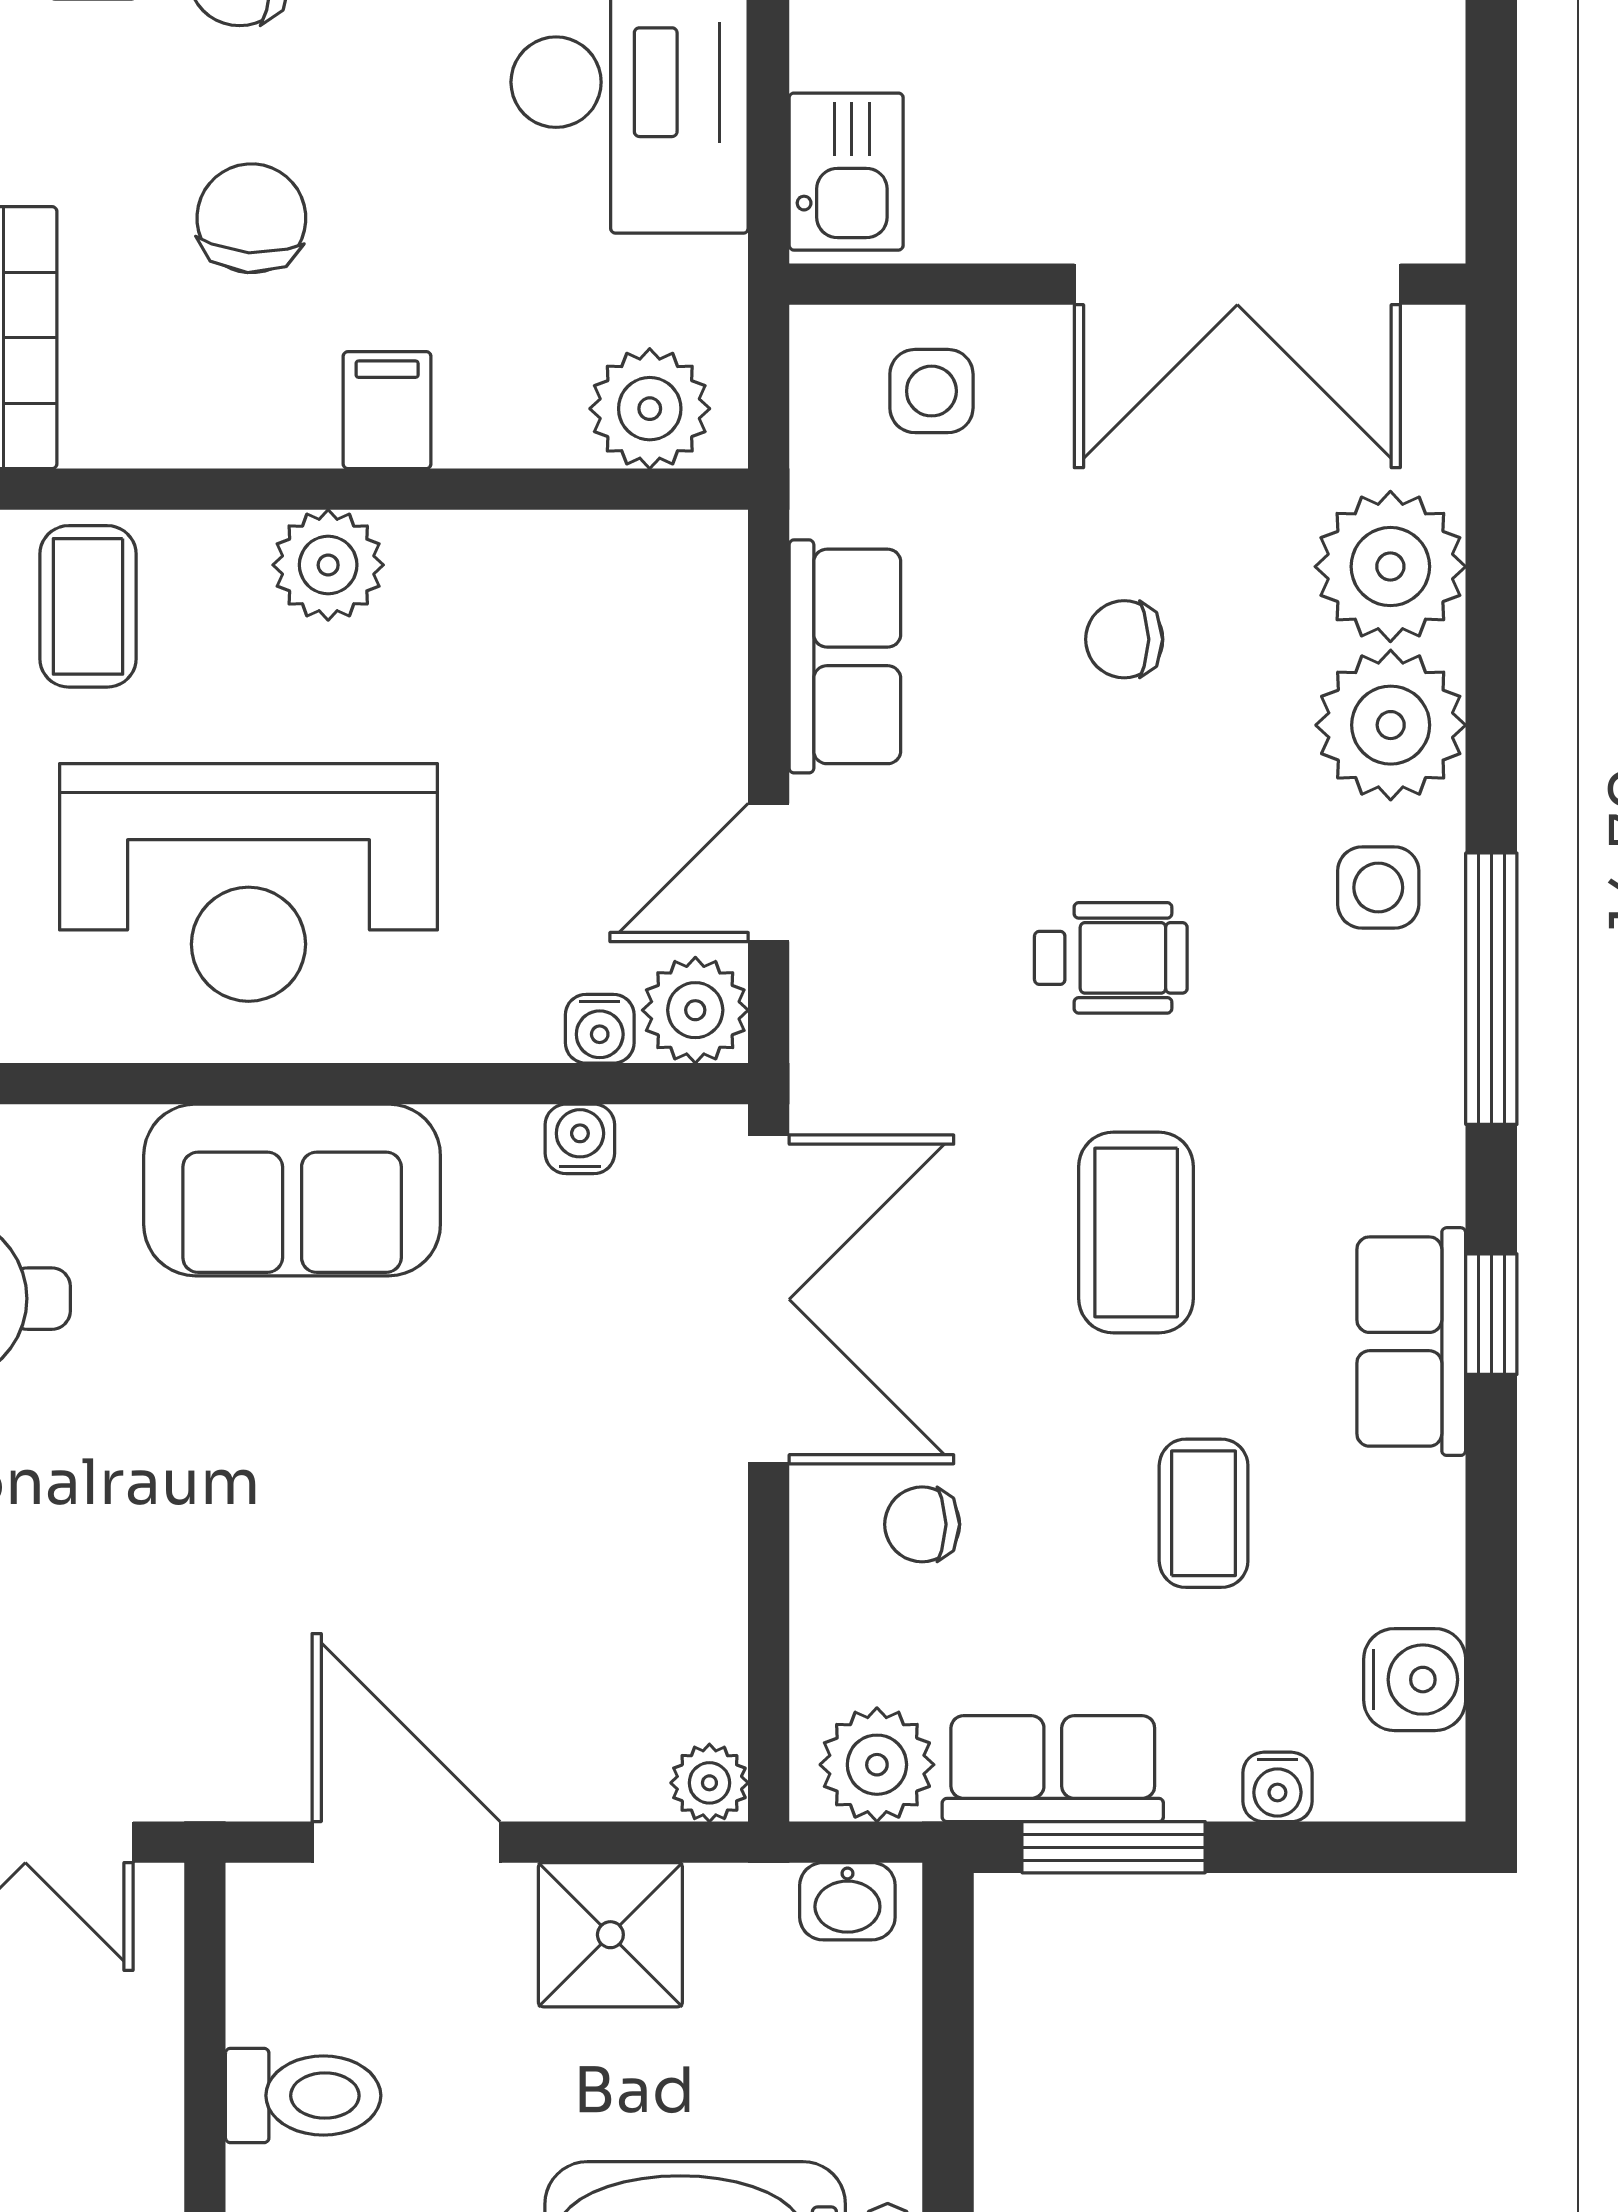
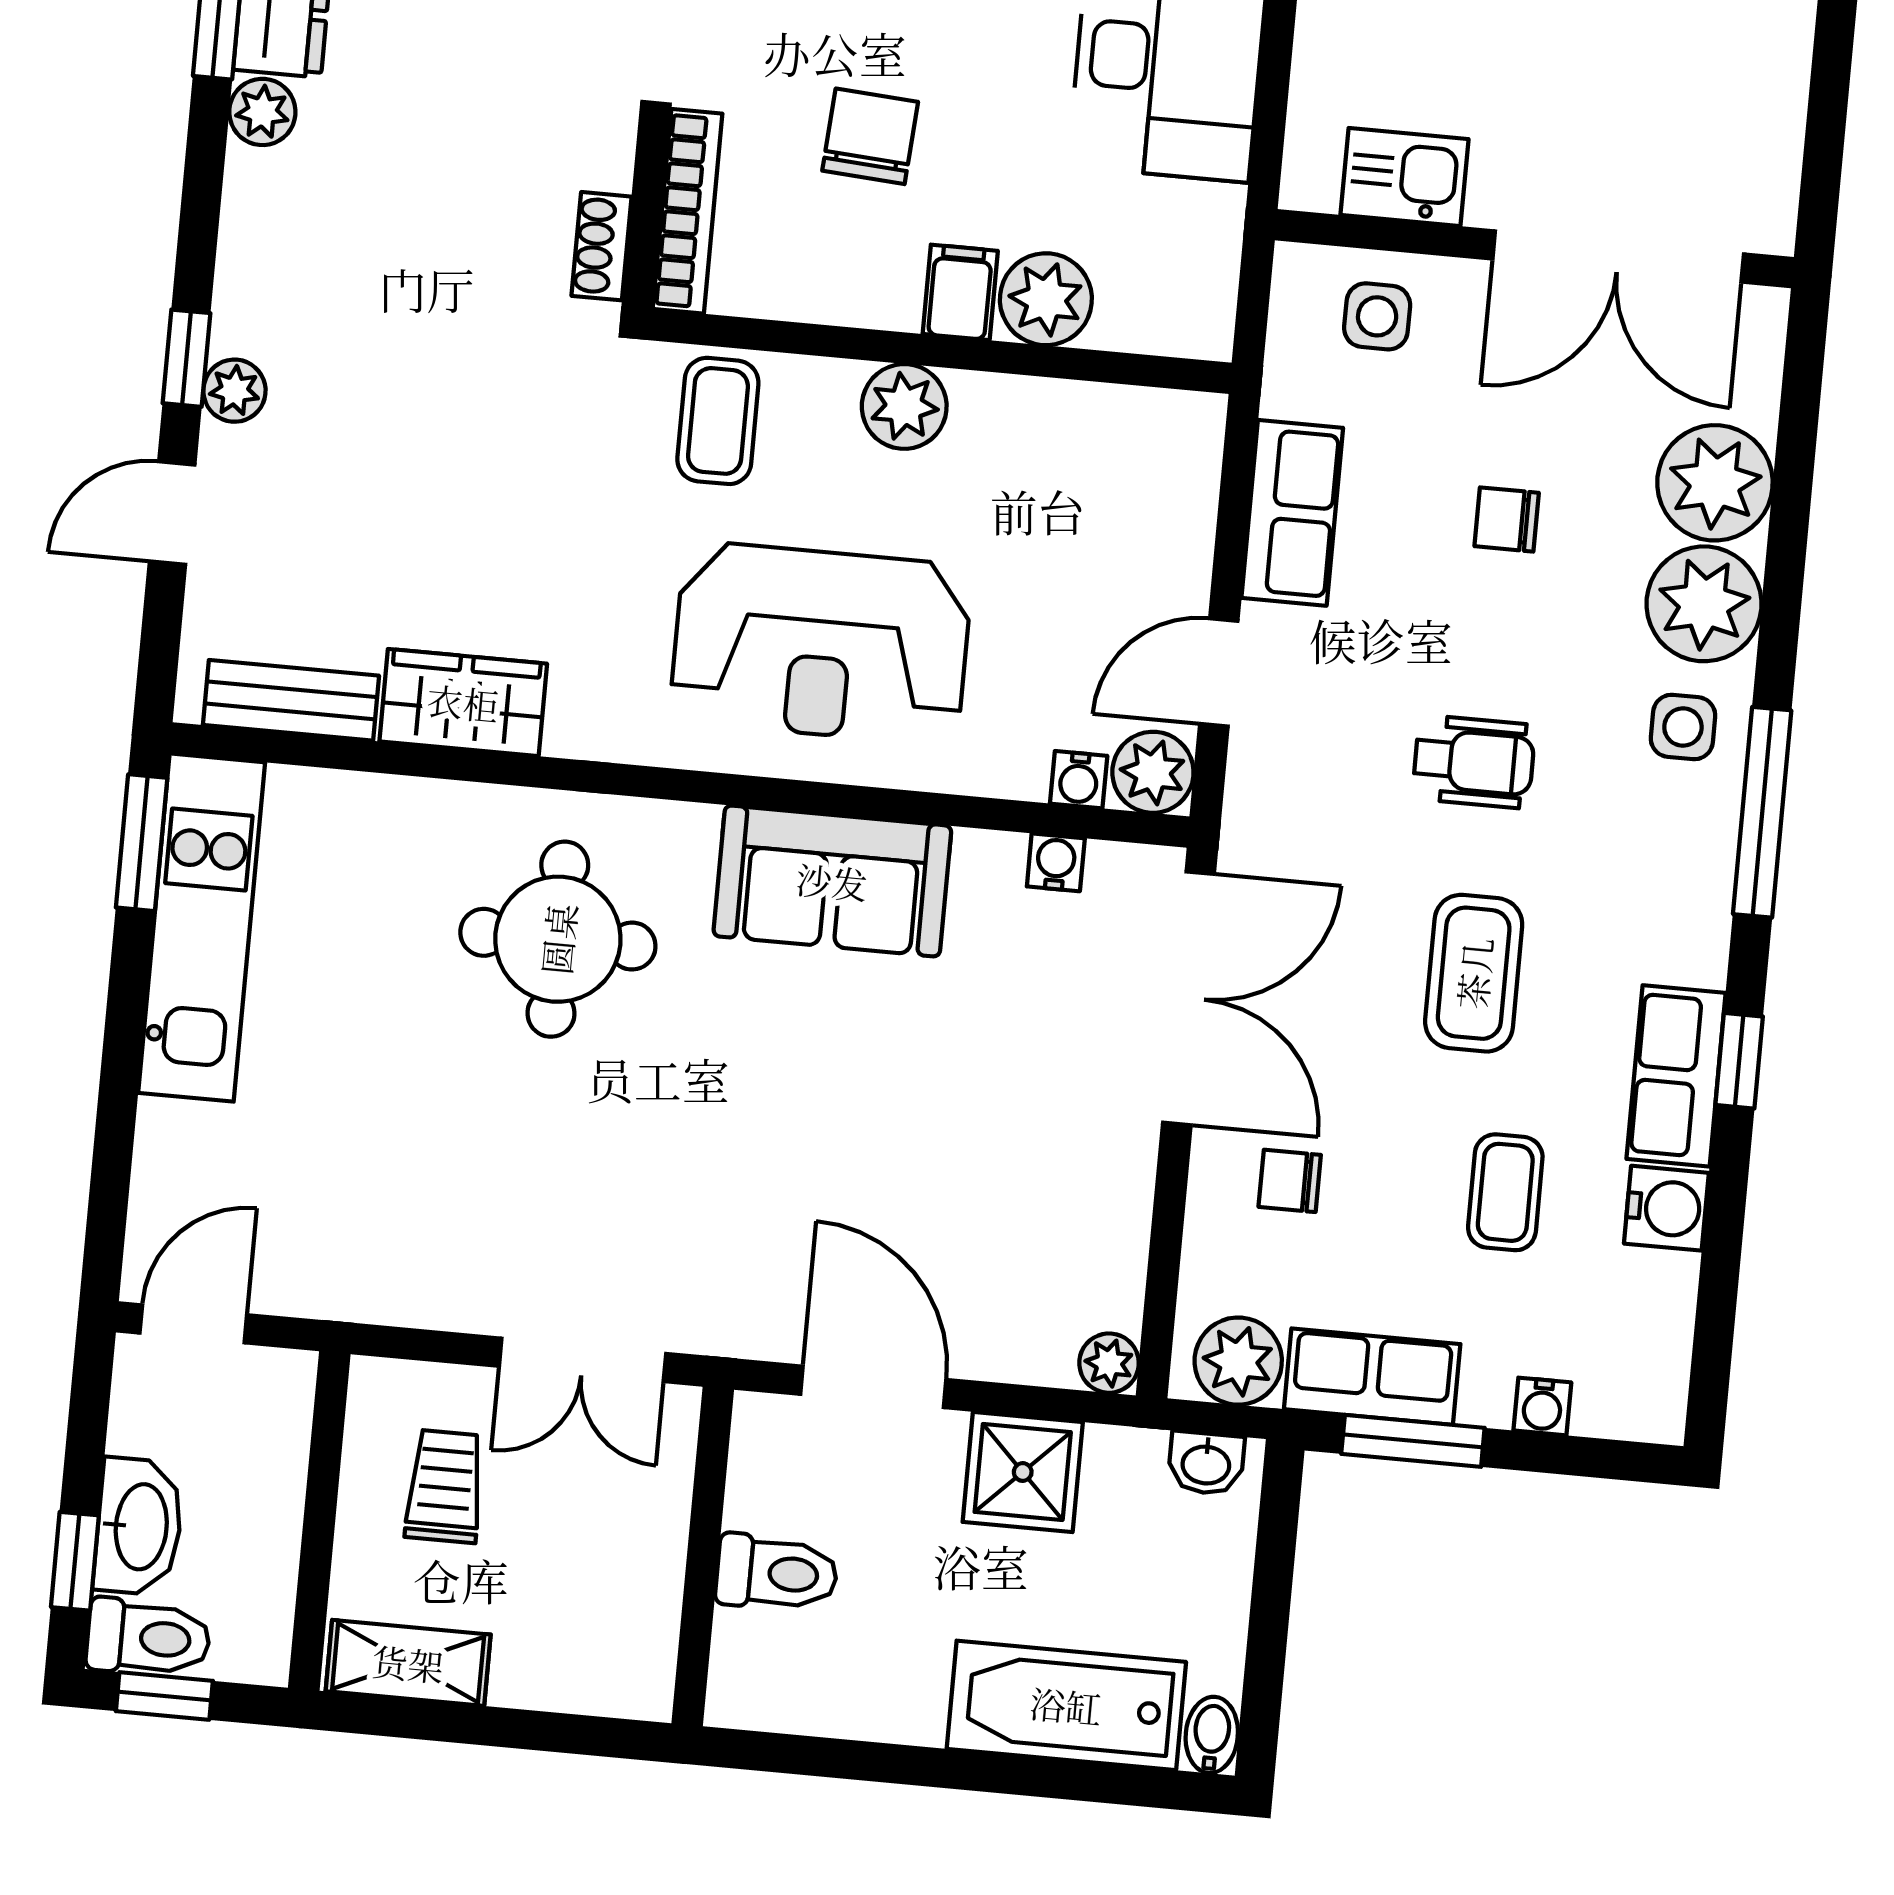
kitchen sink: (846, 172) -> (1404, 177), moved, turned -90
plant: (650, 409) -> (1046, 299), moved
water cooler: (1415, 1680) -> (1666, 1208), moved

